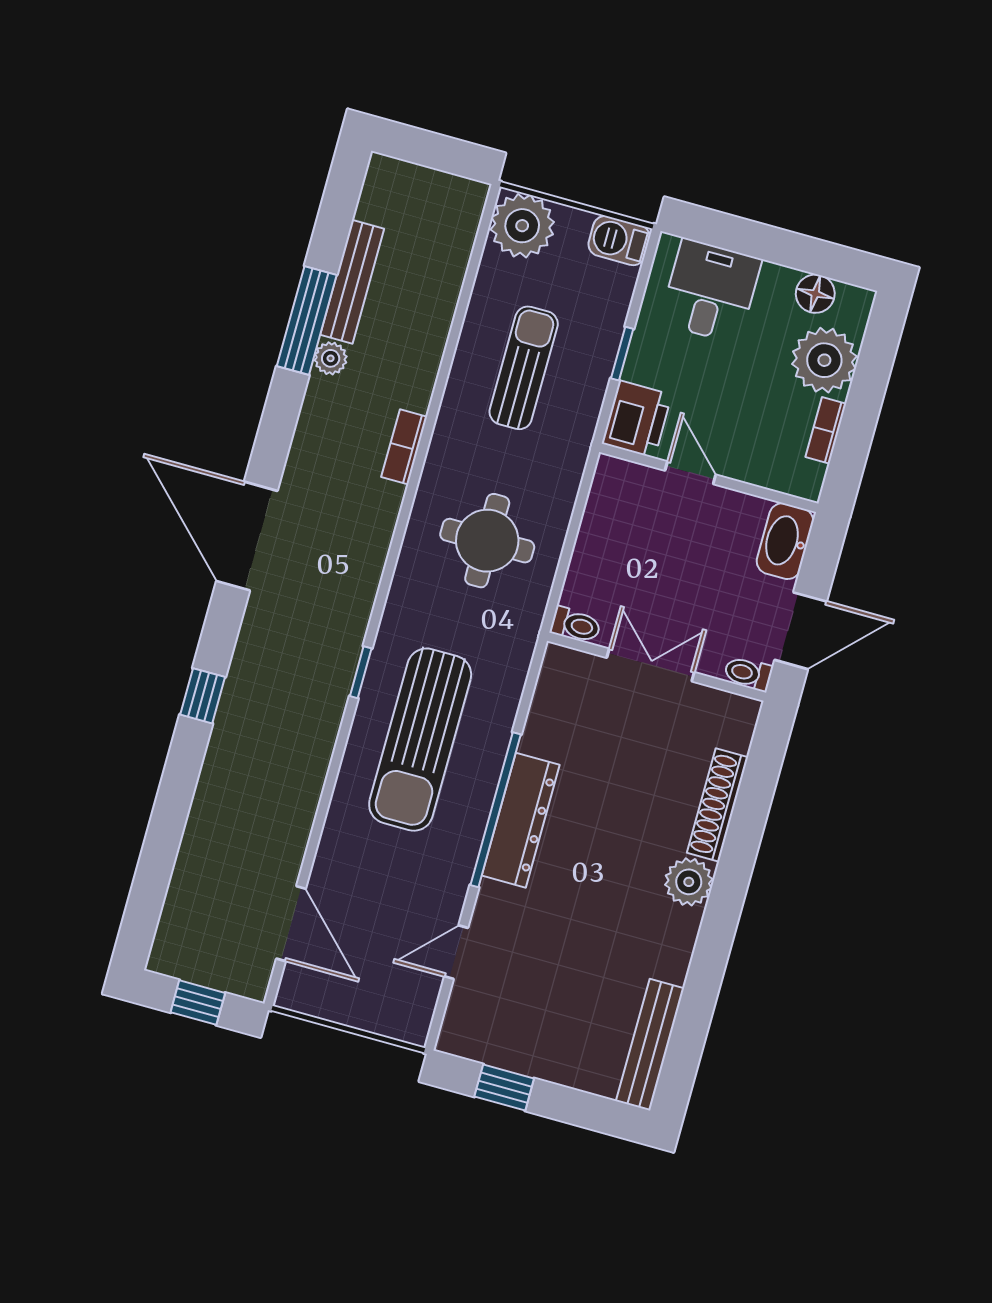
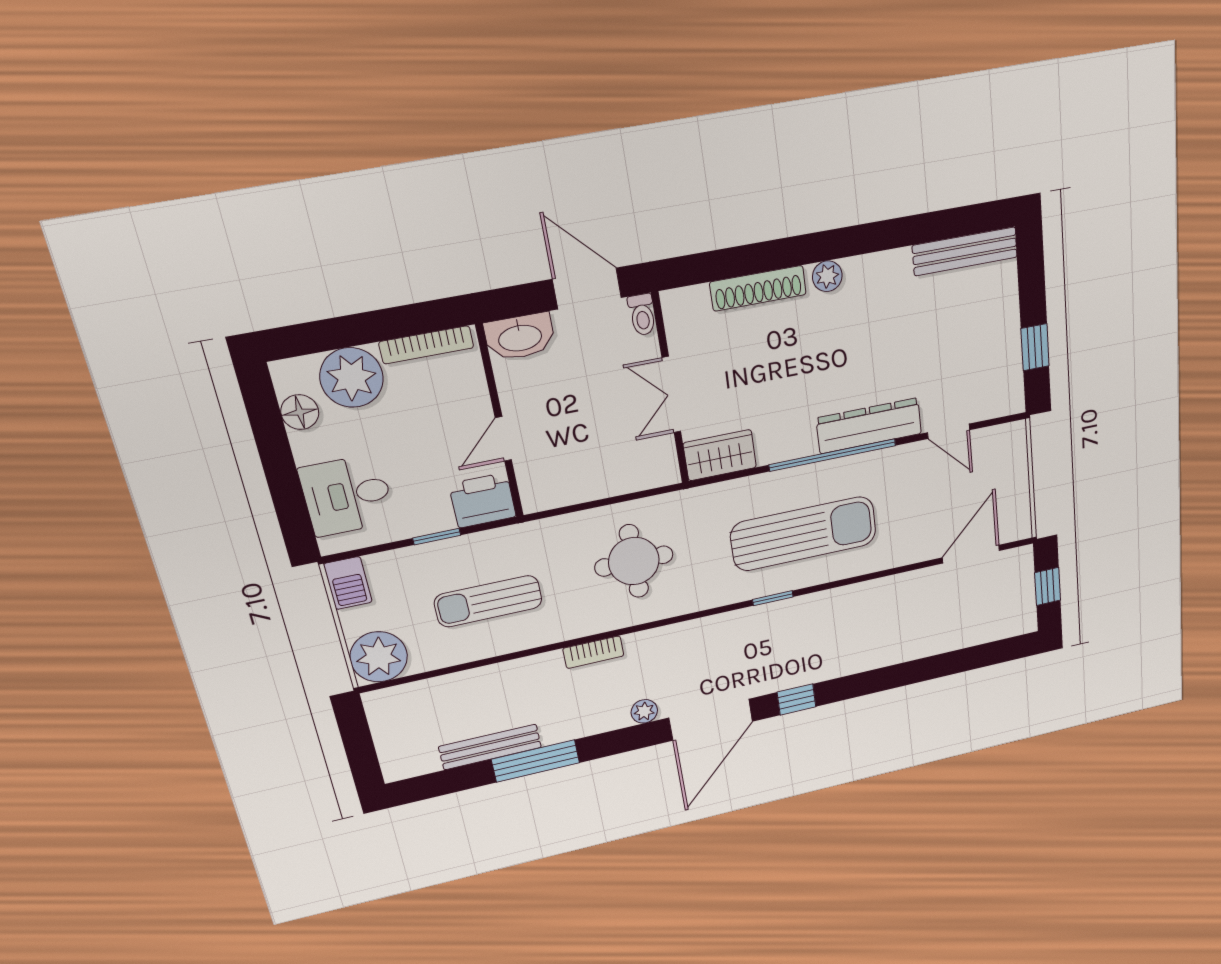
plant: (331, 358) -> (644, 711), moved
bookcase: (826, 430) -> (426, 345), width x1.56
toilet: (576, 625) -> (667, 466), removed
wardrobe: (559, 687) -> (720, 455), added
window: (203, 696) -> (796, 699), moved
dresser: (521, 820) -> (869, 426), moved
plant: (689, 882) -> (827, 276), width x0.73, depth x0.73

